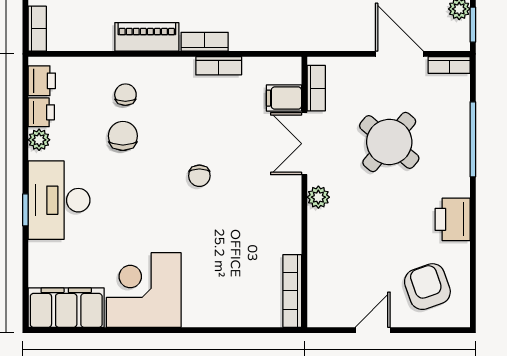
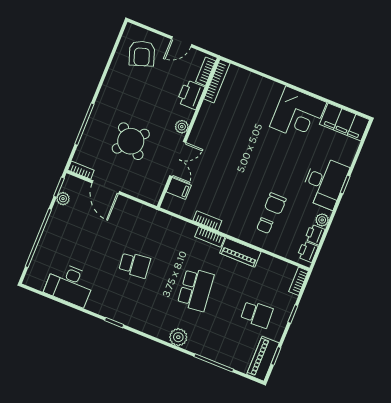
bookcase: (316, 88) -> (206, 71), moved
chair: (199, 176) -> (242, 165), removed
printer: (453, 219) -> (191, 95), moved, turned 180

